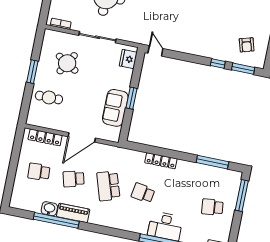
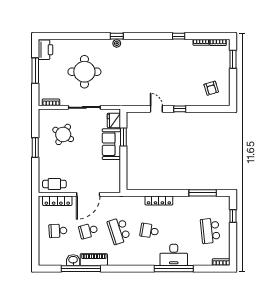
door: (155, 51) -> (156, 109), moved
window: (218, 64) -> (180, 109), moved
window: (243, 69) -> (212, 109), removed
cafe table: (49, 97) -> (54, 184), moved
window: (131, 98) -> (123, 137), moved
sofa: (115, 108) -> (111, 144), moved
window: (242, 196) -> (233, 216), width x0.46
school desk: (212, 207) -> (210, 231), width x1.85

